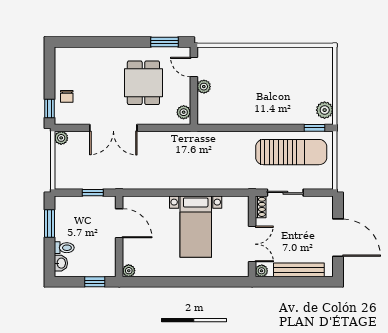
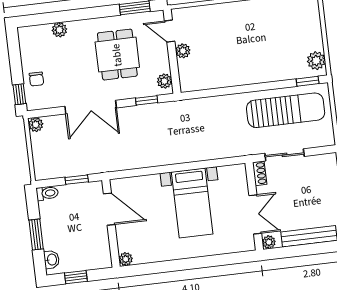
plant: (93, 54) -> (59, 30), added
window: (165, 128) -> (147, 100), added
window: (50, 223) -> (36, 235), moved
toilet: (64, 248) -> (47, 193), moved
window: (95, 282) -> (76, 277), moved

